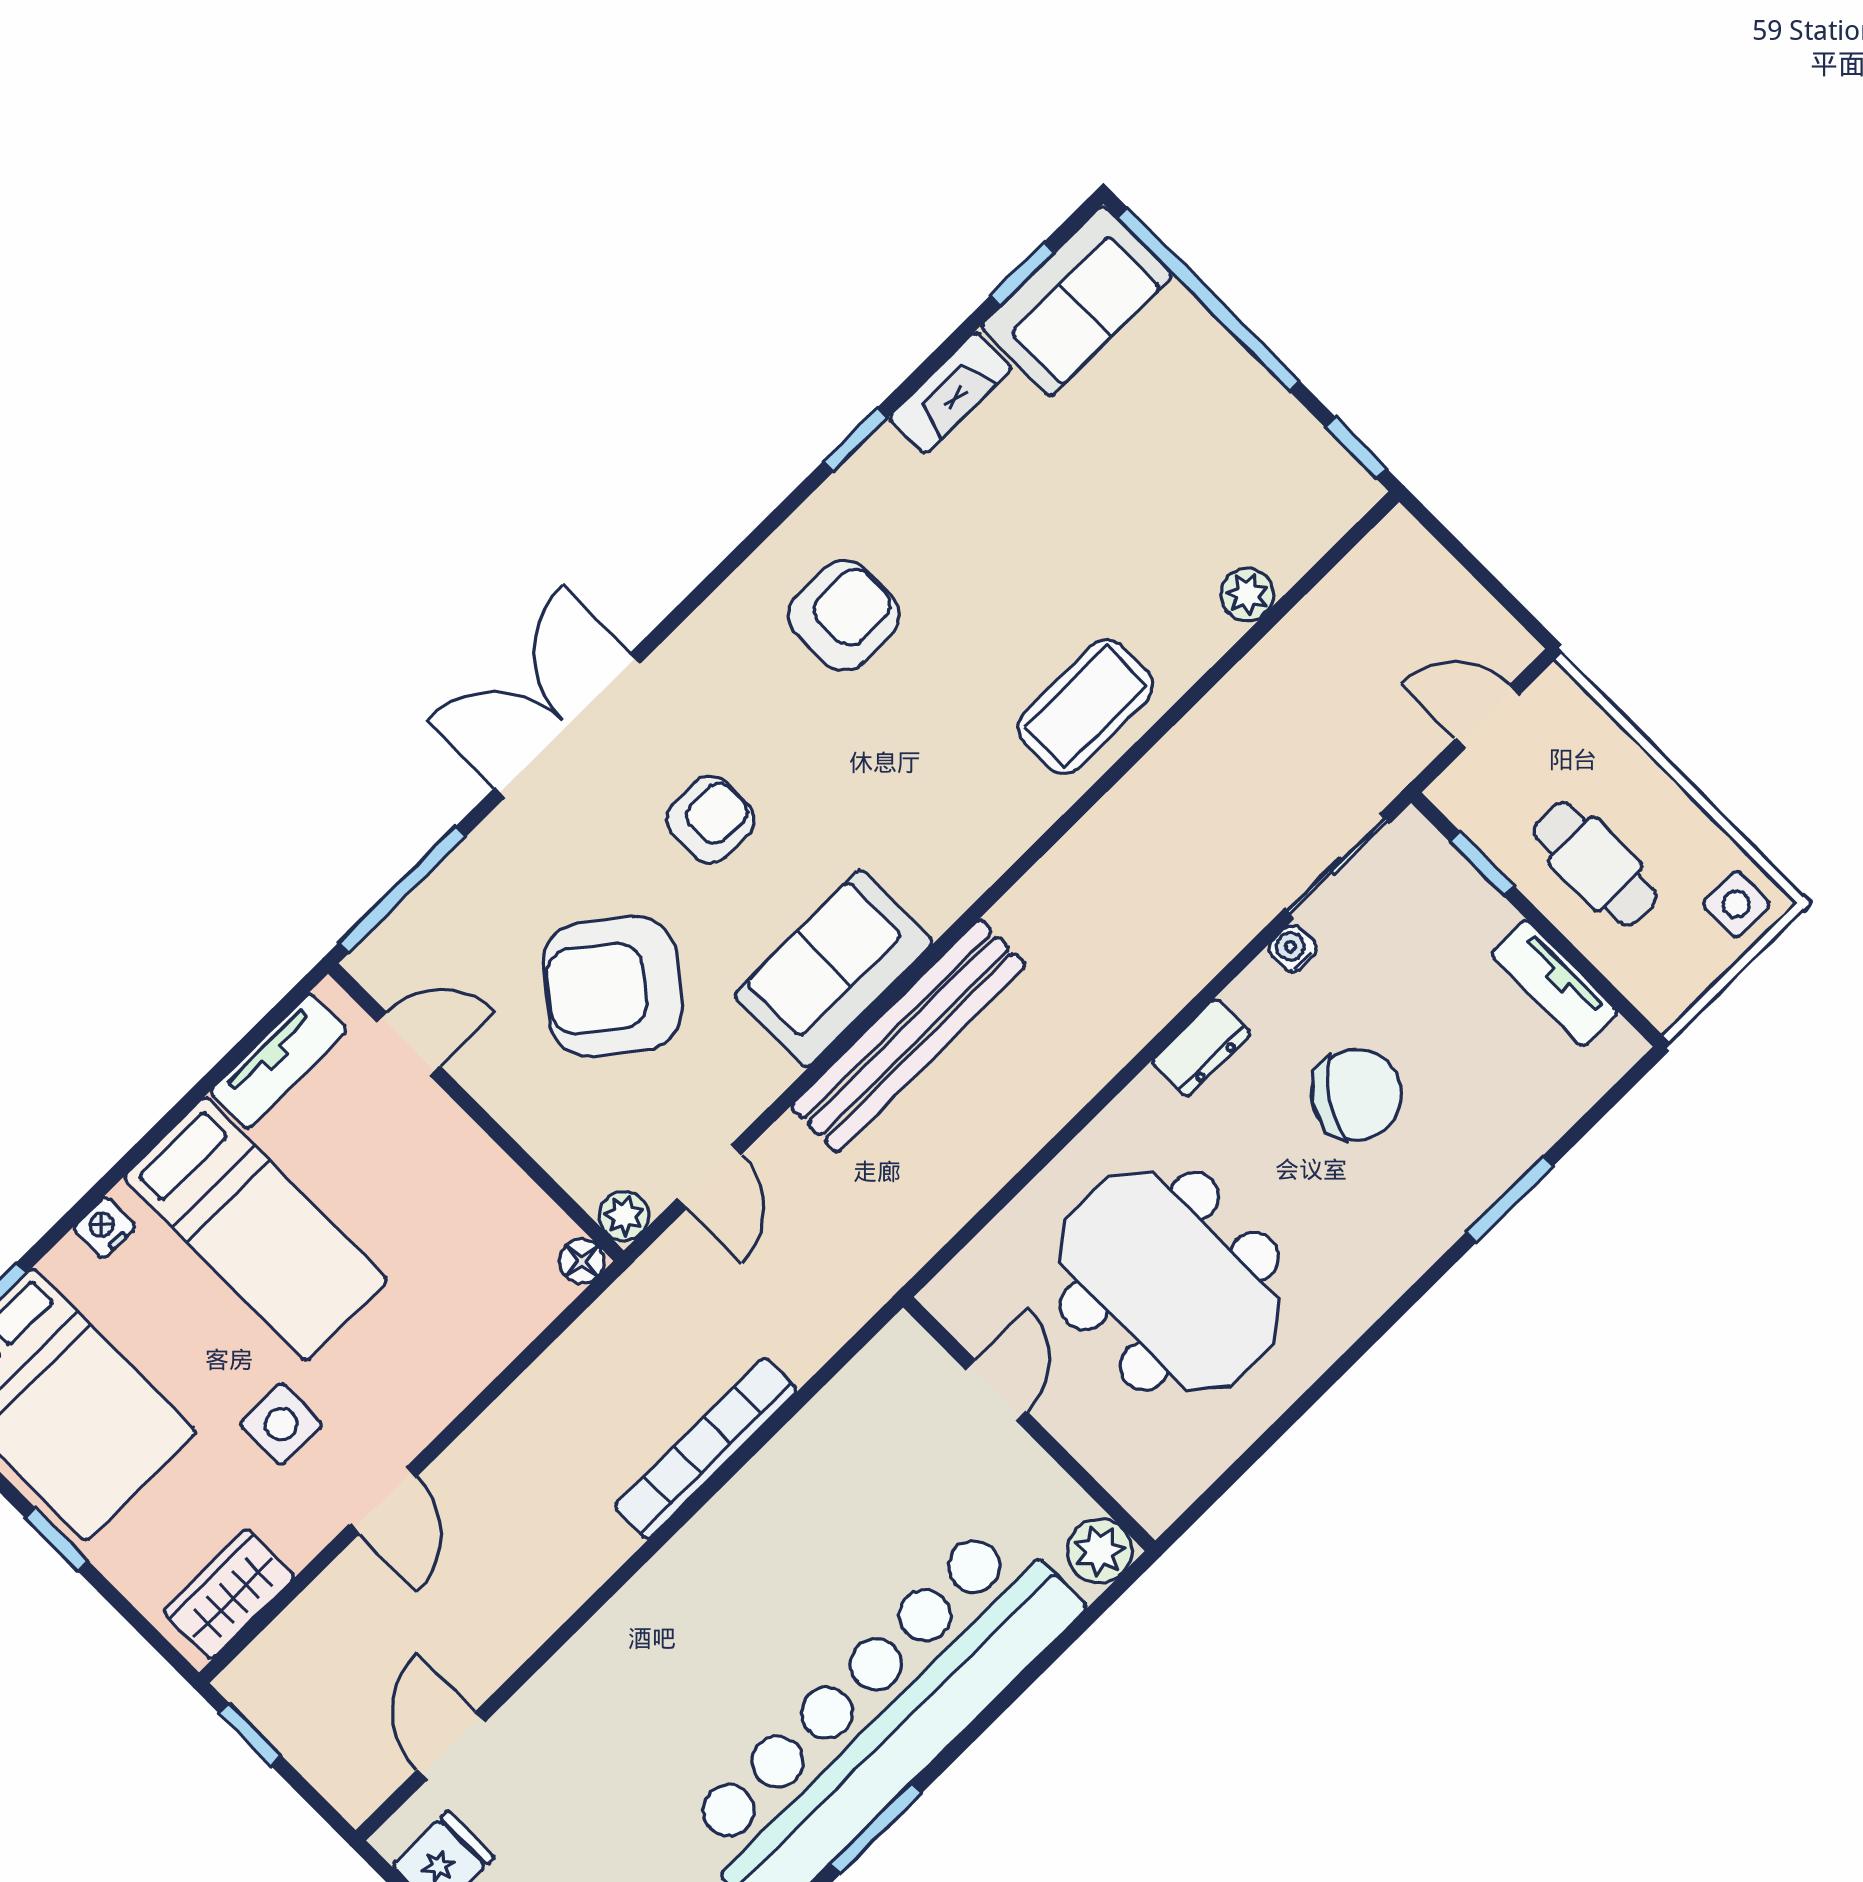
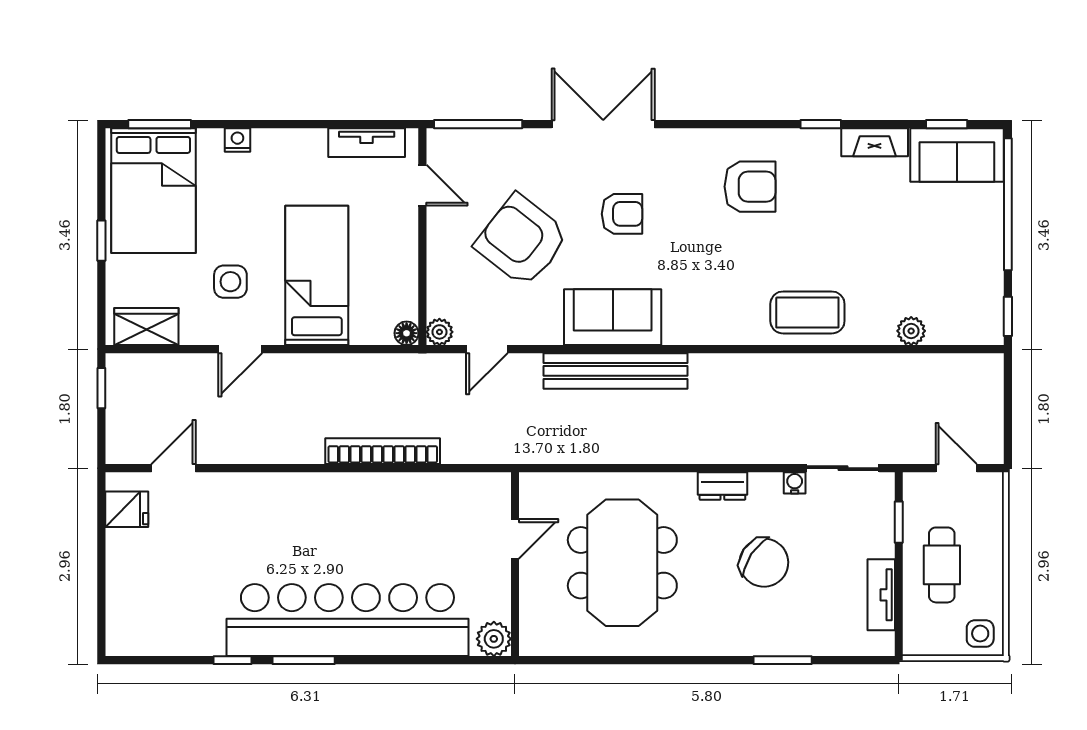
bed: (256, 1229) -> (317, 275), moved, turned 180

